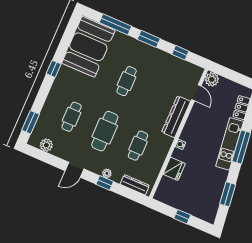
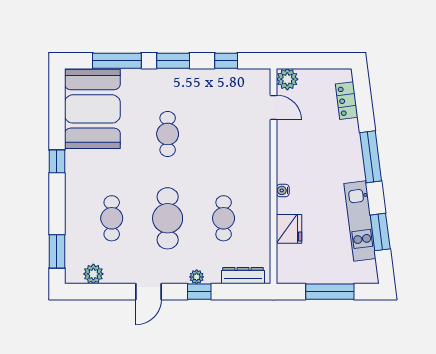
dresser: (176, 117) -> (260, 154), removed
kitchen unit: (230, 144) -> (360, 221), moved
window: (182, 217) -> (330, 292), width x2.17

